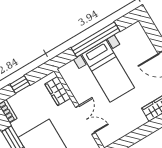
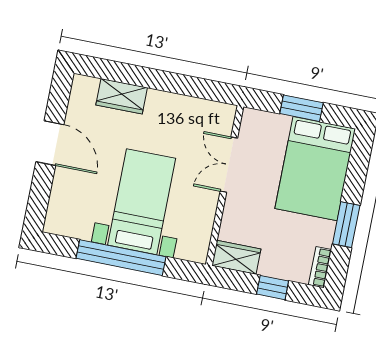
wardrobe: (58, 91) -> (236, 257), moved, turned -90

